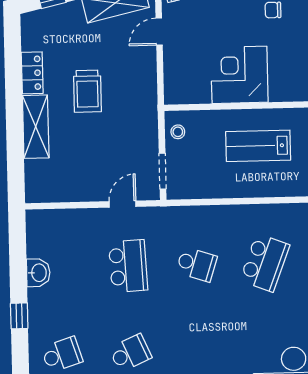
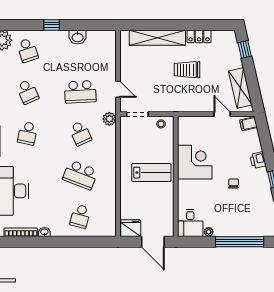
shelving: (36, 127) -> (157, 38), width x1.47
lab bench: (258, 146) -> (151, 173), turned 90
plant: (171, 217) -> (109, 119), added
school desk: (196, 264) -> (80, 133), turned -42
school desk: (199, 351) -> (28, 133), added

